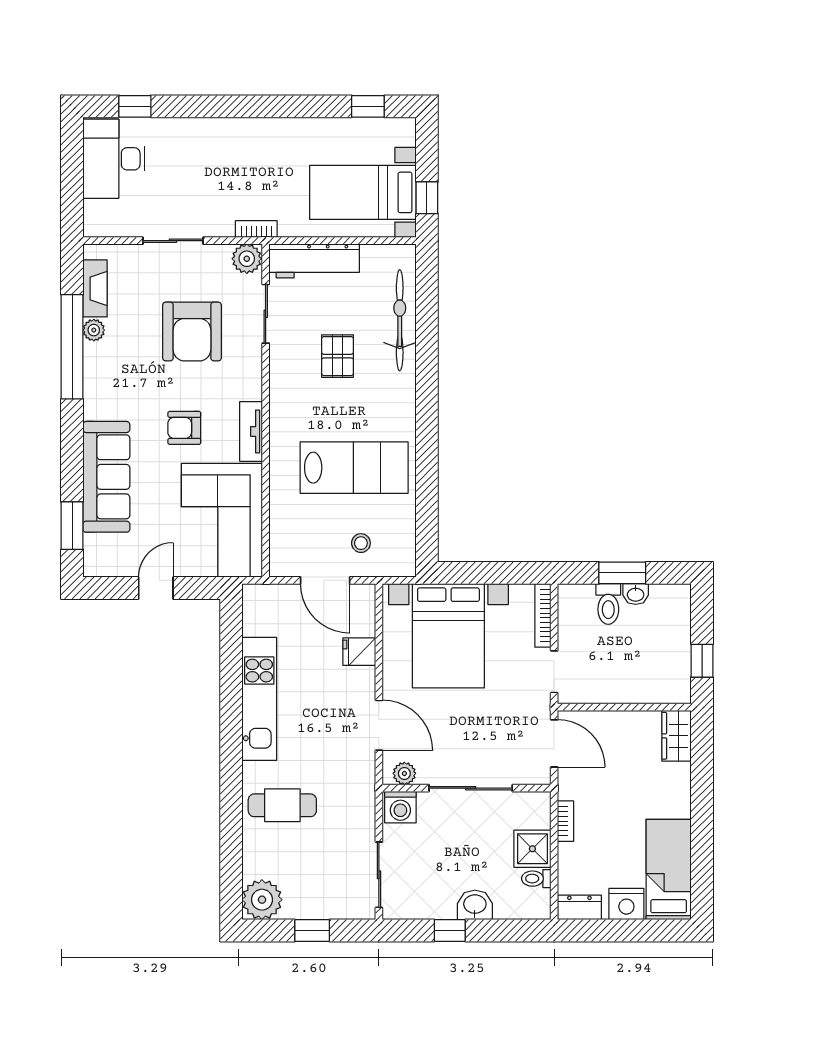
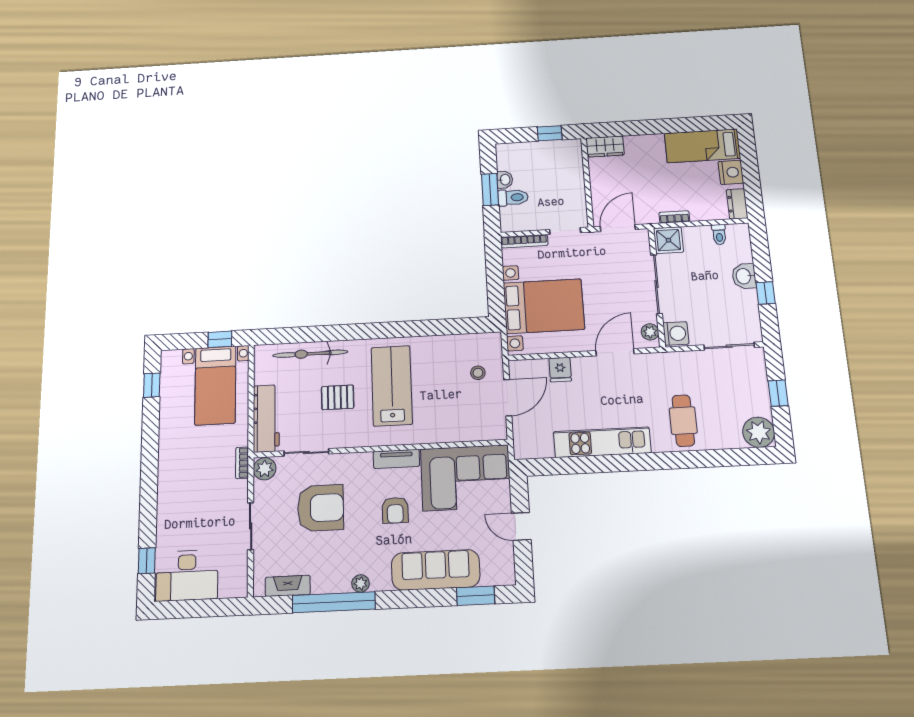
plant: (94, 330) -> (360, 583), moved
lab bench: (354, 468) -> (392, 386), moved
shower: (532, 849) -> (668, 240), moved

